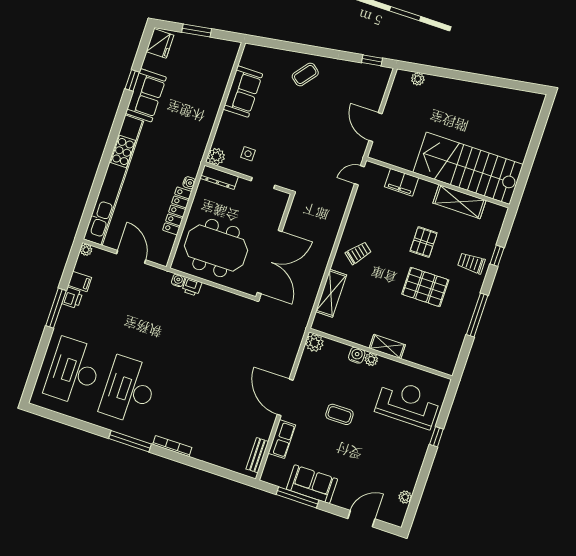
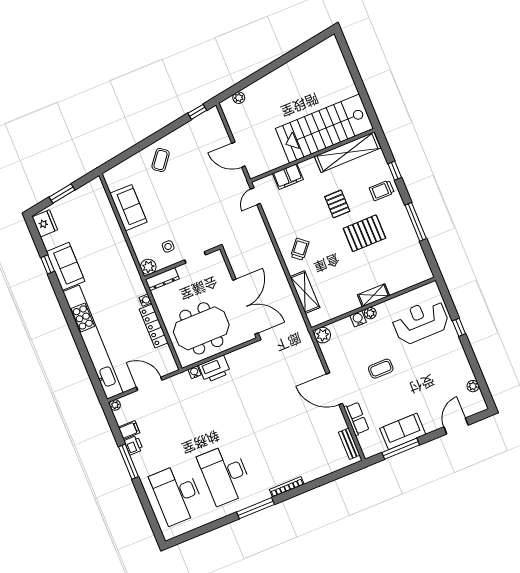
shelving: (459, 202) -> (347, 152), width x1.47
printer: (192, 287) -> (215, 369), width x1.87, depth x1.48

